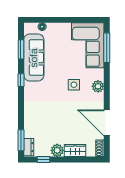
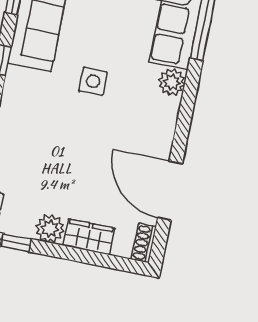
side table: (74, 85) -> (93, 81), moved
plant: (98, 86) -> (172, 82), moved

